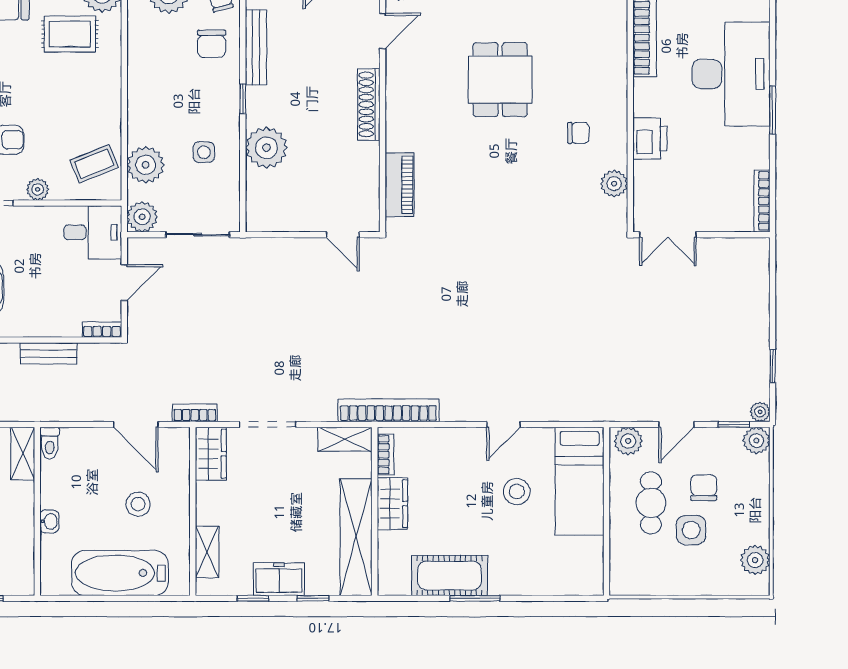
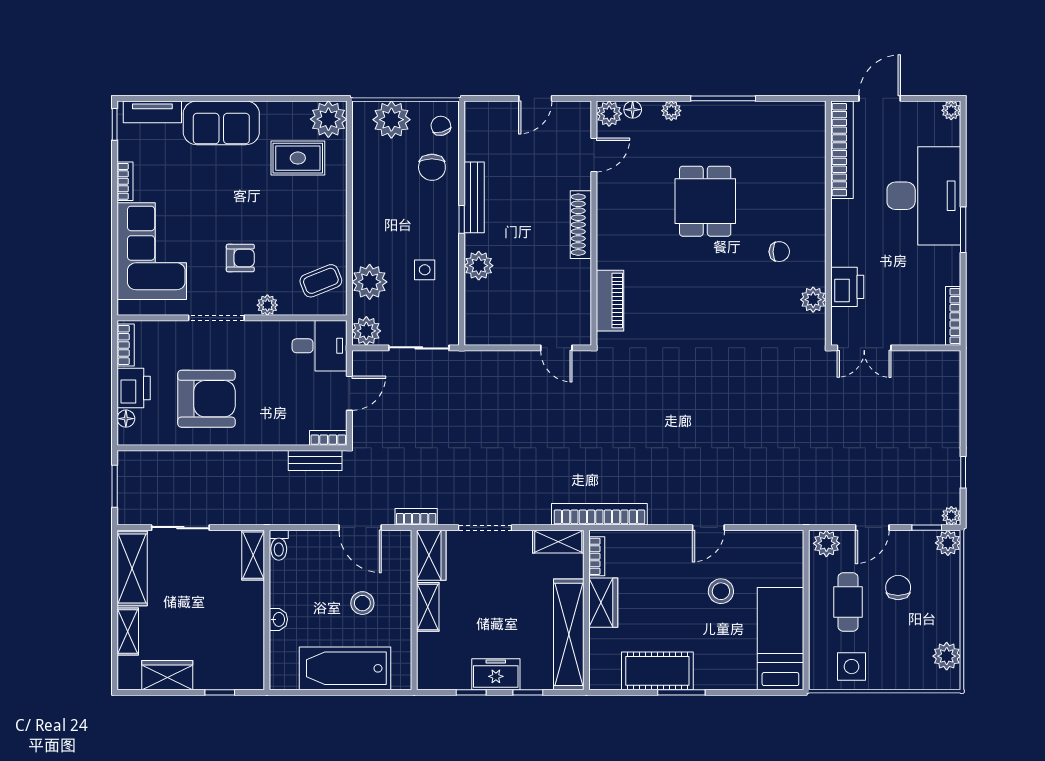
bench: (256, 47) -> (474, 197), moved
printer: (650, 139) -> (847, 287), moved
plant: (266, 148) -> (479, 266), width x0.73, depth x0.73
bench: (49, 353) -> (315, 460), moved
bed: (580, 481) -> (780, 639), moved, turned 180
side table: (691, 530) -> (852, 667), moved
shelving: (207, 552) -> (428, 607), moved

